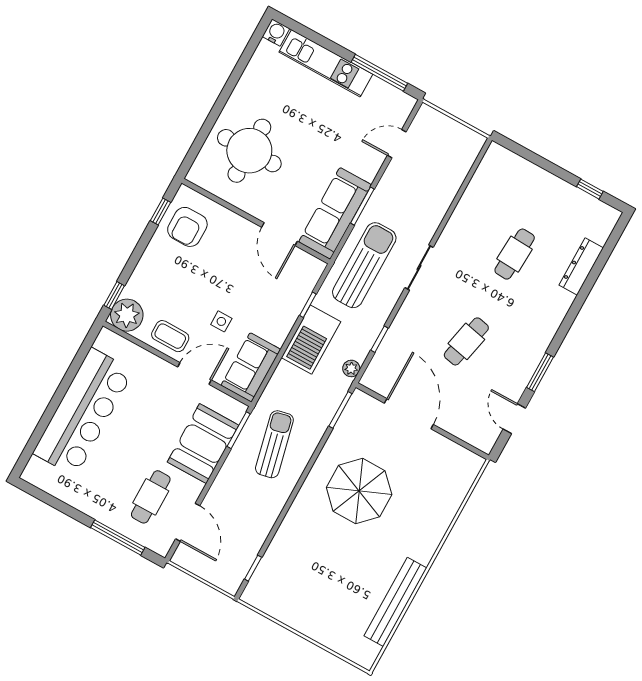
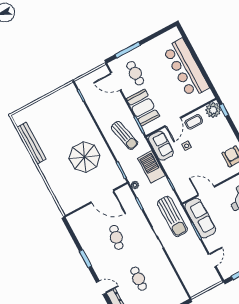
barbecue: (311, 340) -> (151, 167), moved
door: (514, 419) -> (101, 288), moved

